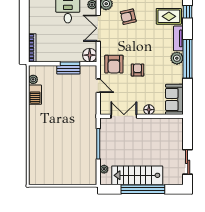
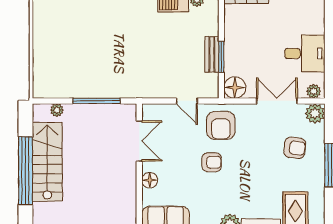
armchair: (128, 17) -> (295, 148), turned 110
armchair: (114, 64) -> (221, 125), turned -91
door: (98, 86) -> (187, 101), hinge flipped

